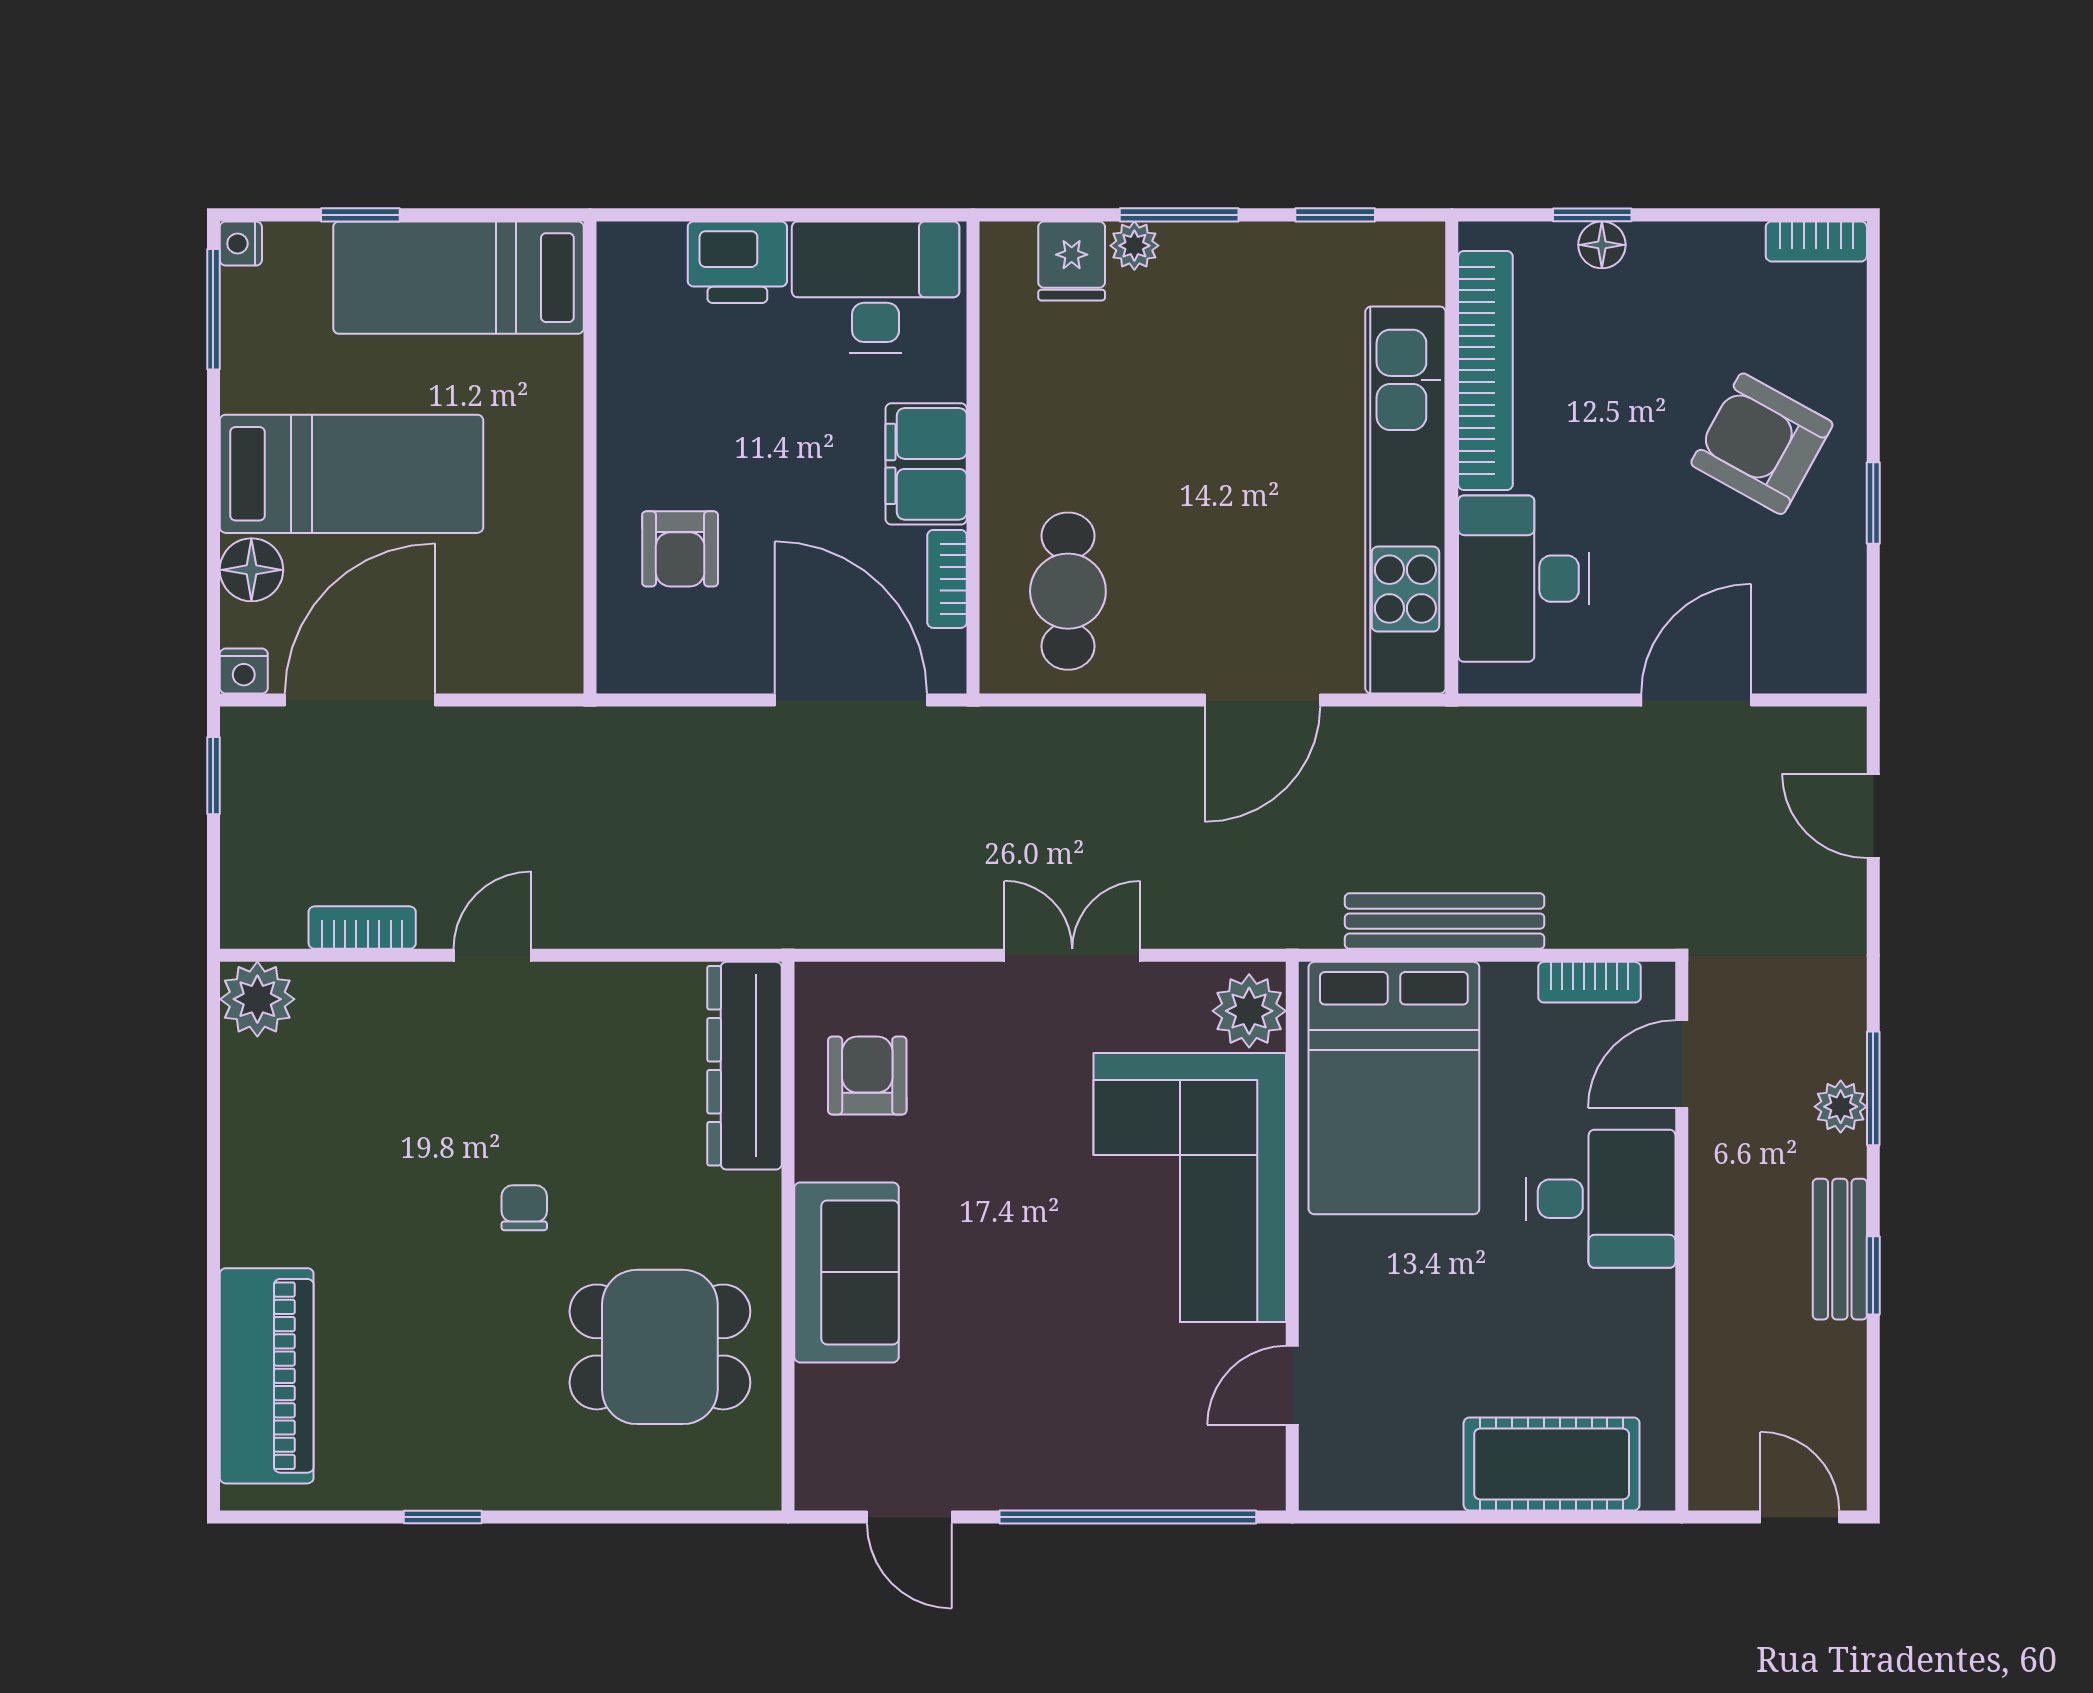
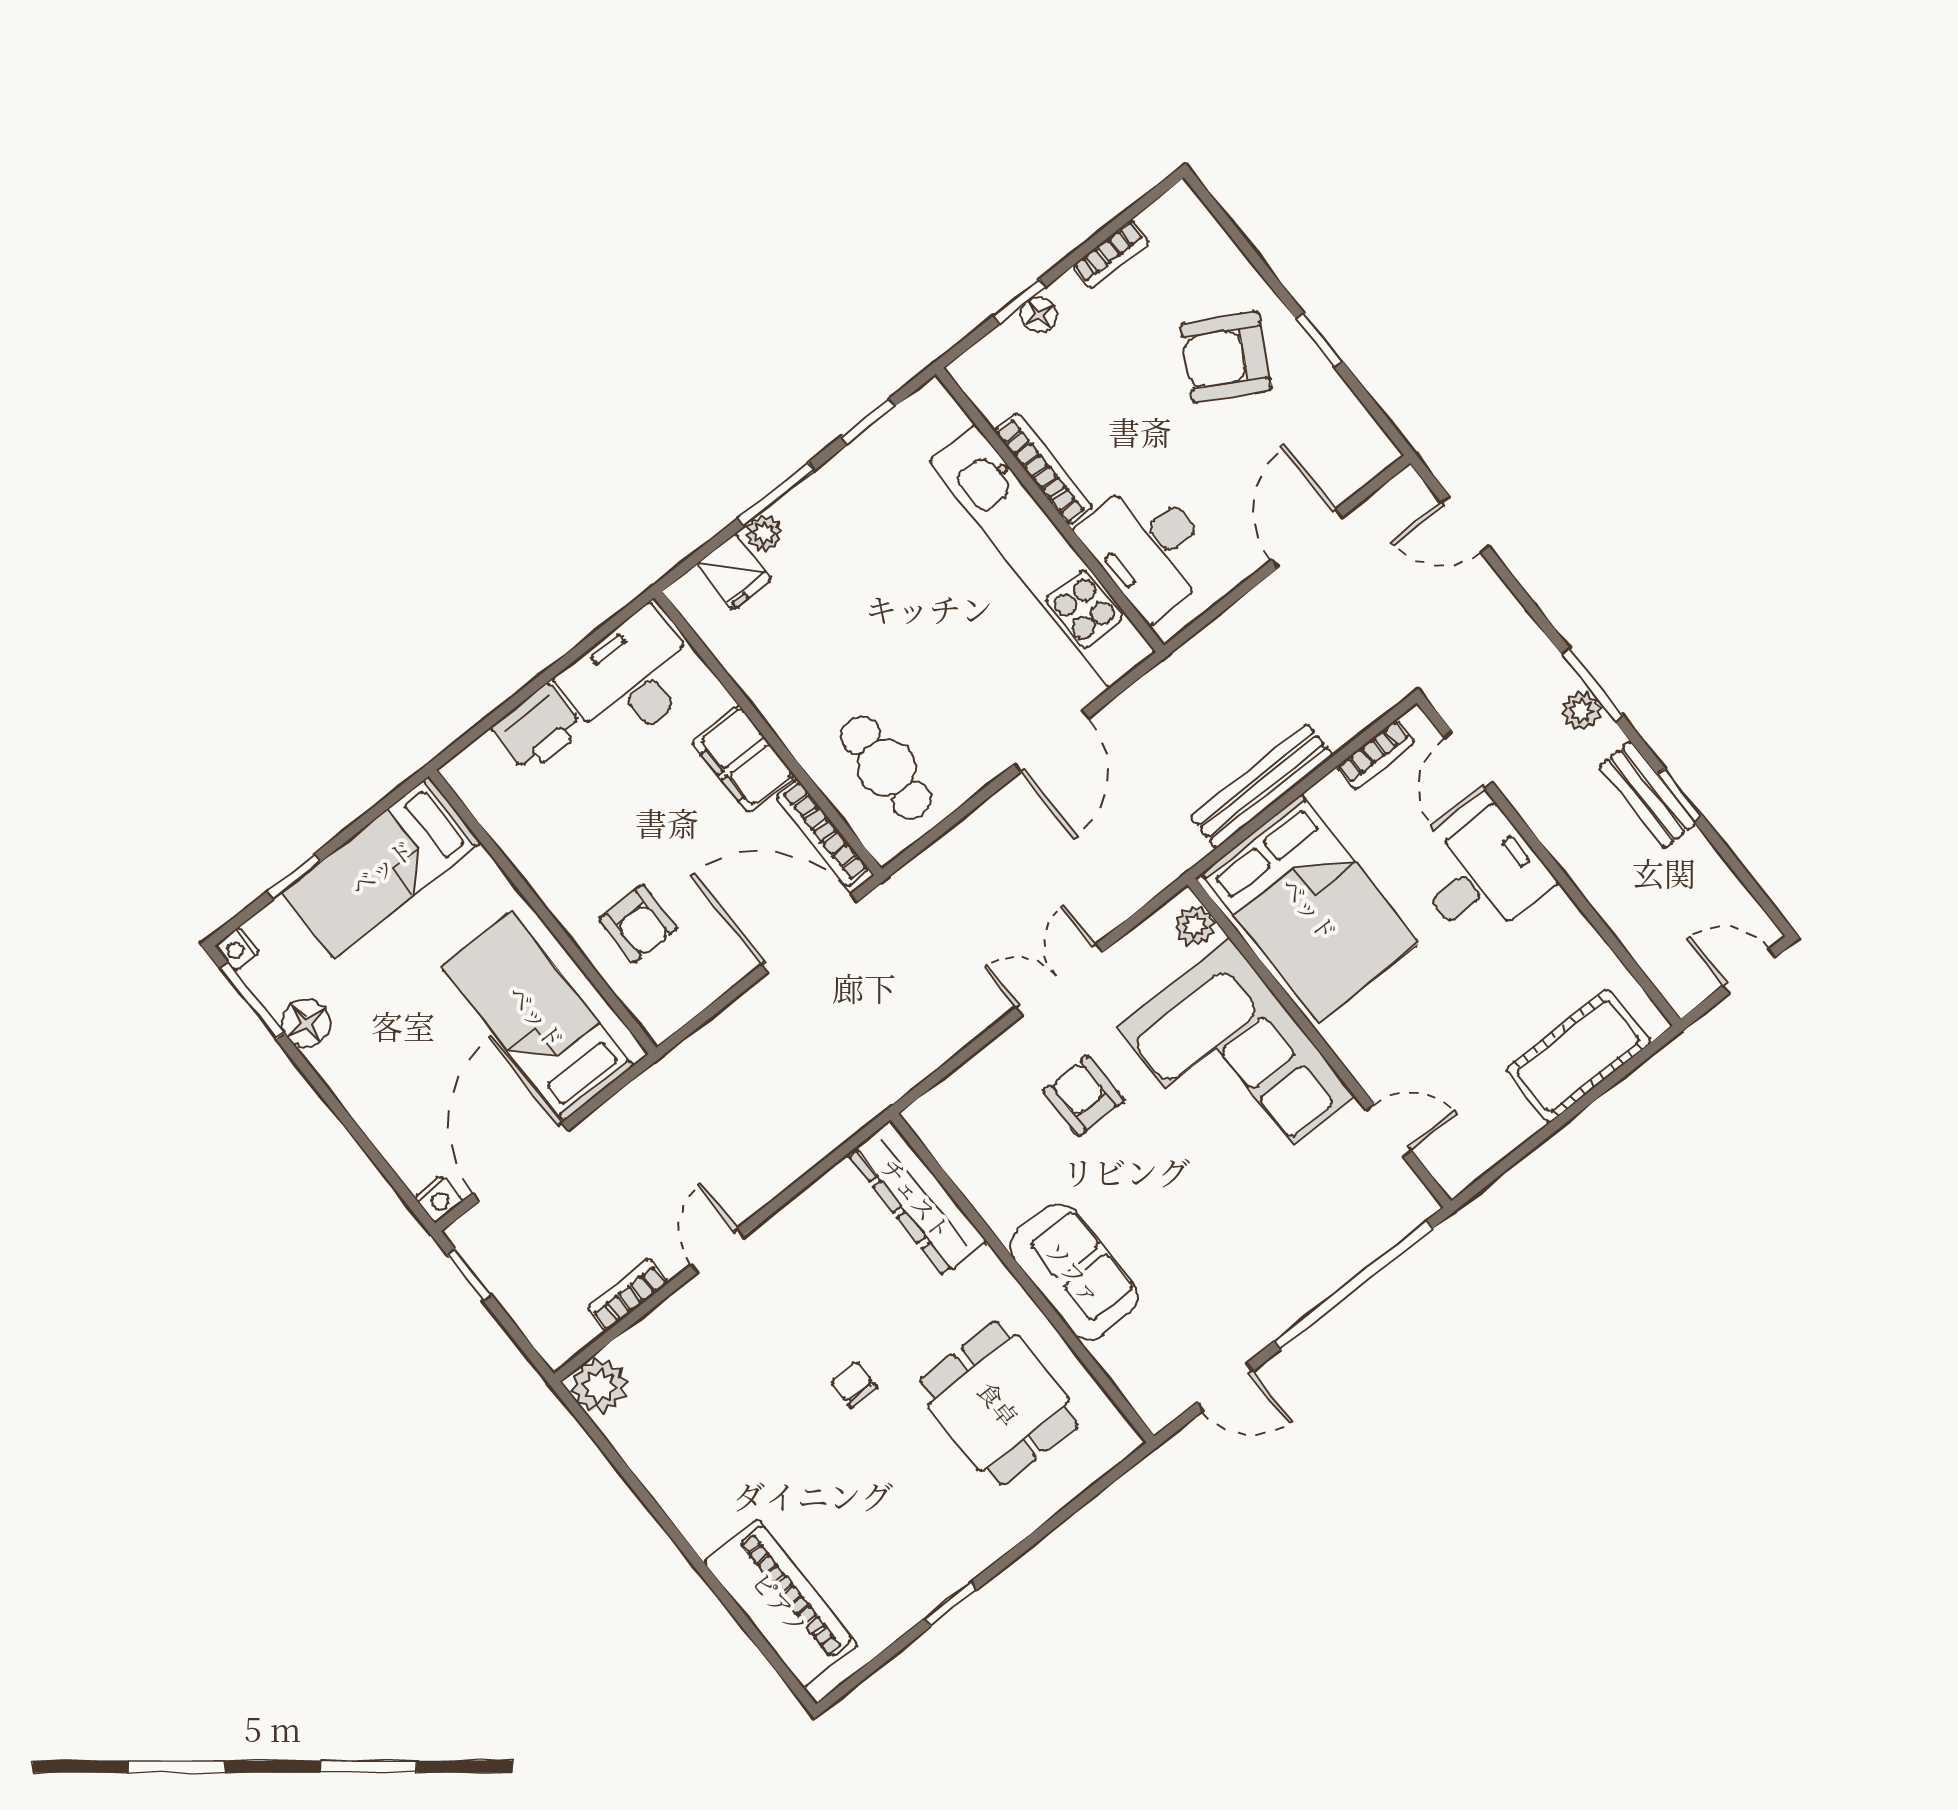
bookcase: (1816, 241) -> (1111, 255), moved
bookcase: (1485, 370) -> (1043, 469), width x0.68, depth x0.76
bed: (351, 474) -> (537, 1016), moved, turned -90
floor lamp: (251, 570) -> (306, 1023), moved
bookcase: (947, 579) -> (822, 833), width x1.56
plant: (1249, 1011) -> (1195, 926), width x0.73, depth x0.73
armchair: (867, 1075) -> (1083, 1096), moved
dining table: (660, 1347) -> (999, 1403), turned 90
door: (1292, 1385) -> (1389, 1130), swing flipped

